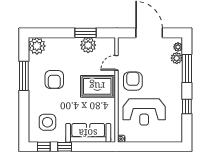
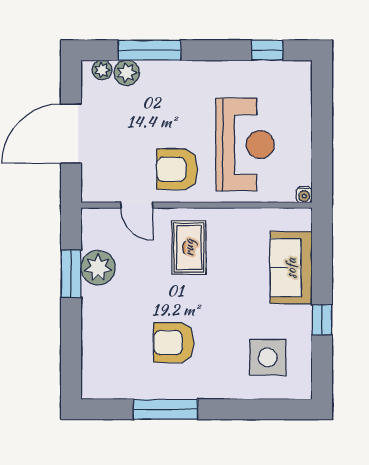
plant: (37, 46) -> (100, 381), removed
armchair: (54, 79) -> (174, 343), turned 180
rug: (97, 86) -> (189, 248), width x0.73, depth x0.70
window: (187, 107) -> (267, 50), moved
sofa: (88, 133) -> (291, 268), width x0.73
window: (44, 147) -> (322, 366), removed

